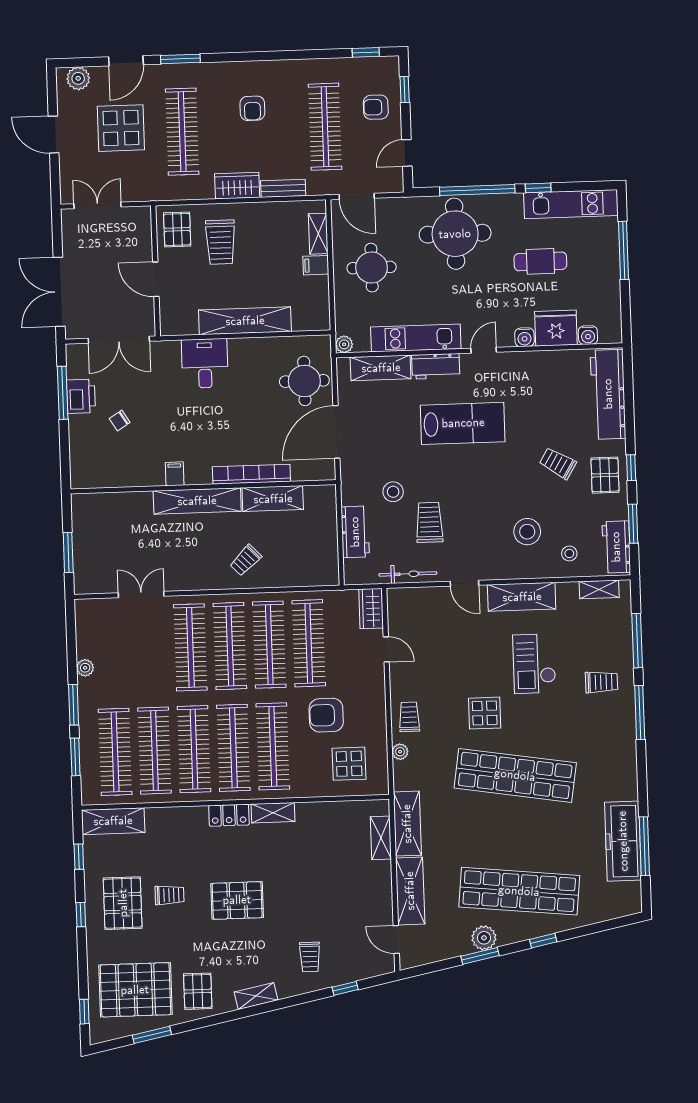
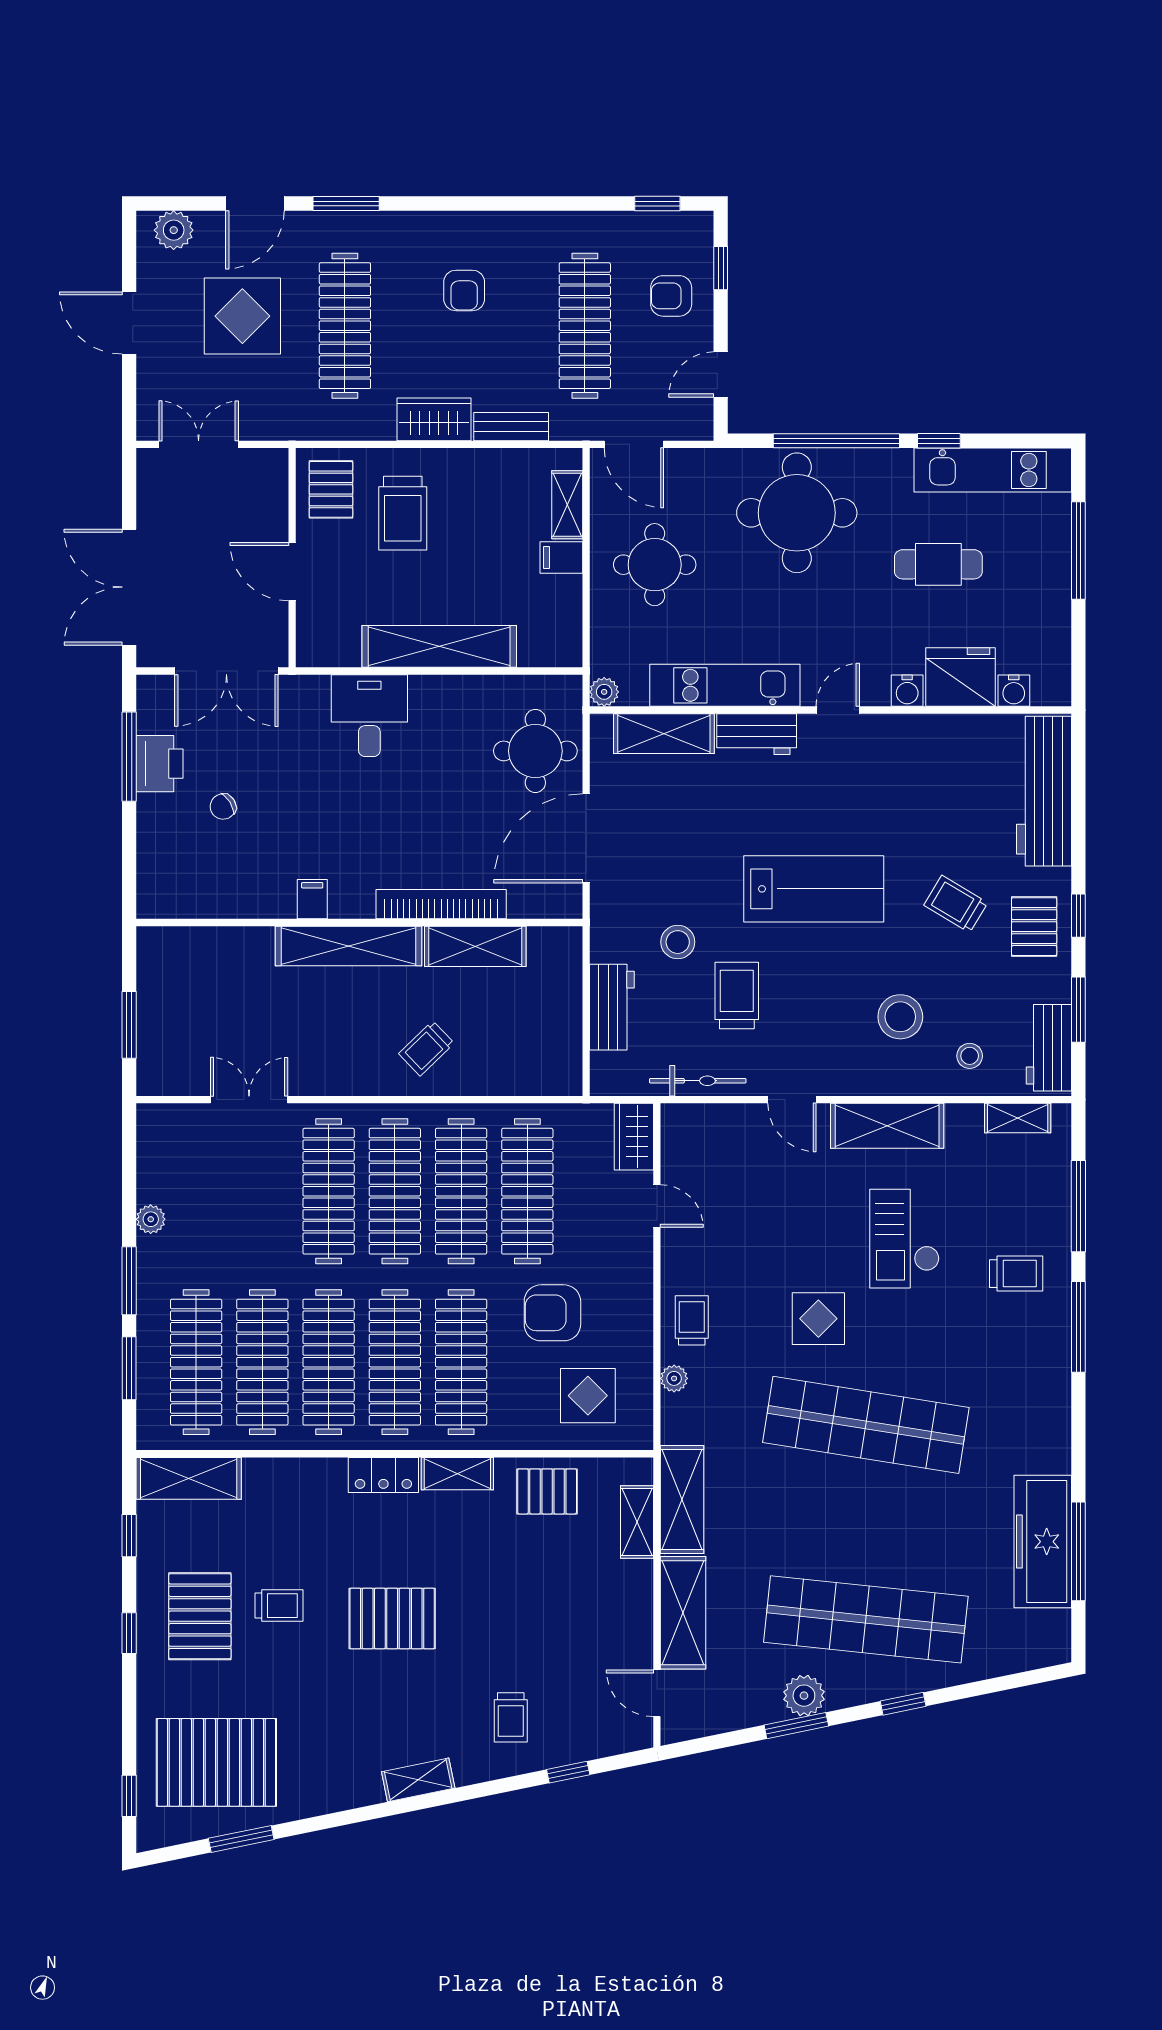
lab bench: (463, 423) -> (814, 889), moved
pallet: (198, 991) -> (547, 1491), moved, turned 90

